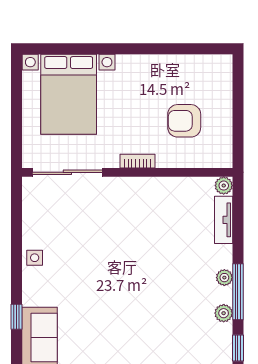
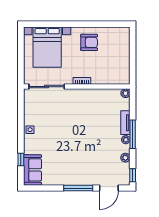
armchair: (184, 121) -> (89, 42), moved, turned 180
tv unit: (224, 220) -> (125, 123), moved
window: (238, 292) -> (133, 134), moved

